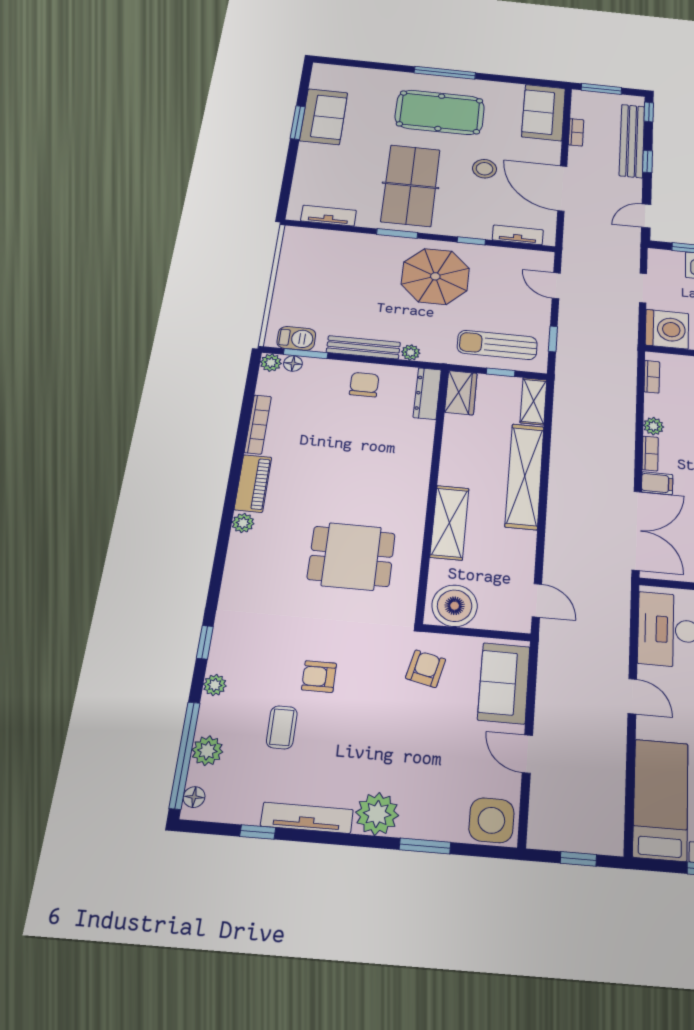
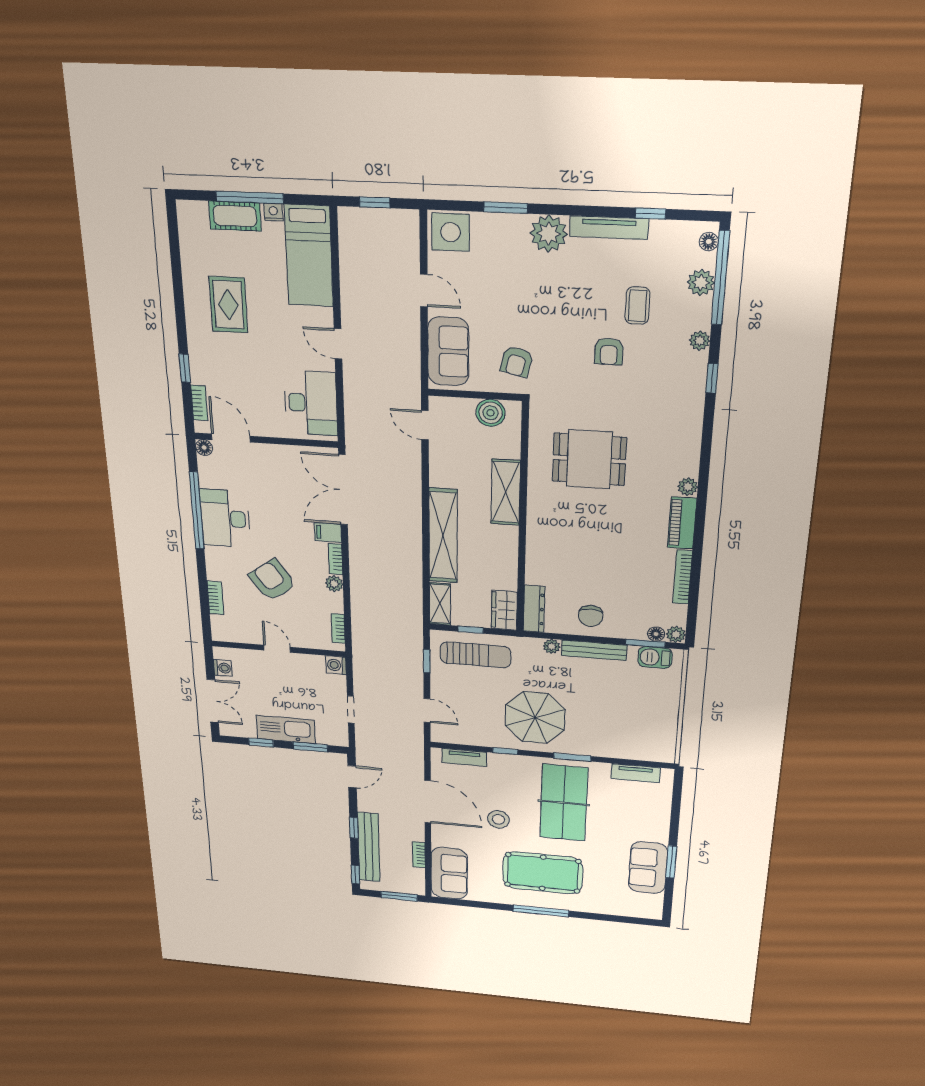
washing machine: (667, 329) -> (336, 665), width x0.53, depth x0.53
boiler: (455, 606) -> (491, 413), width x0.73, depth x0.73
armchair: (319, 677) -> (609, 351), turned 90

